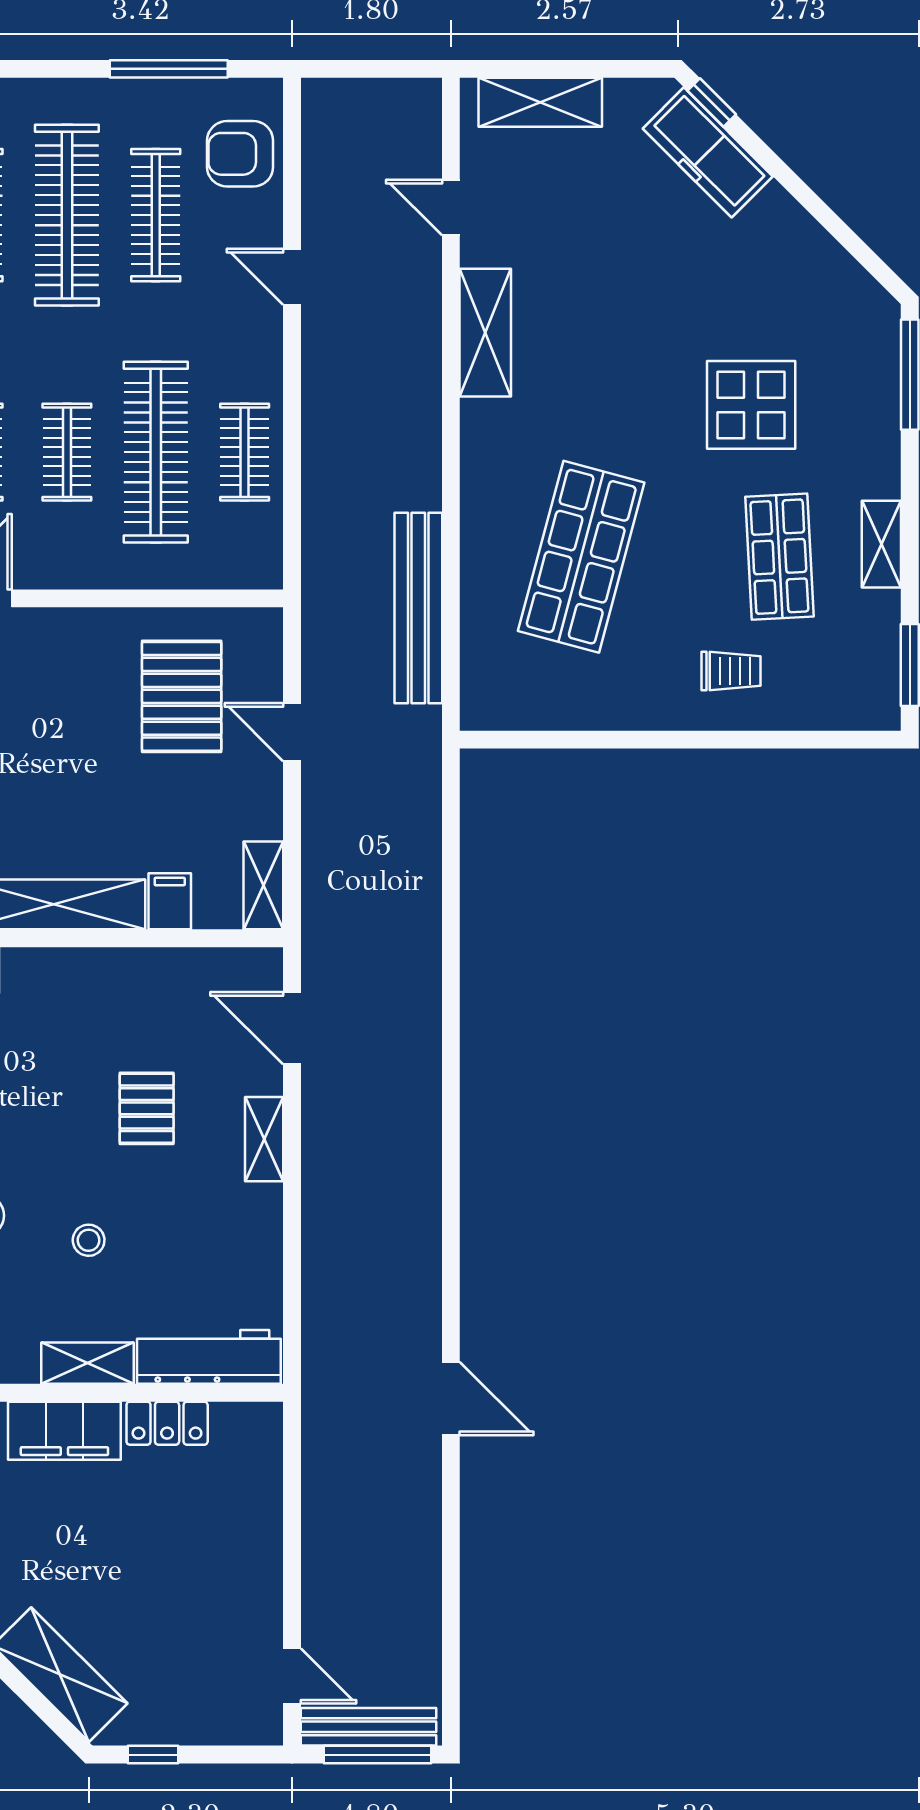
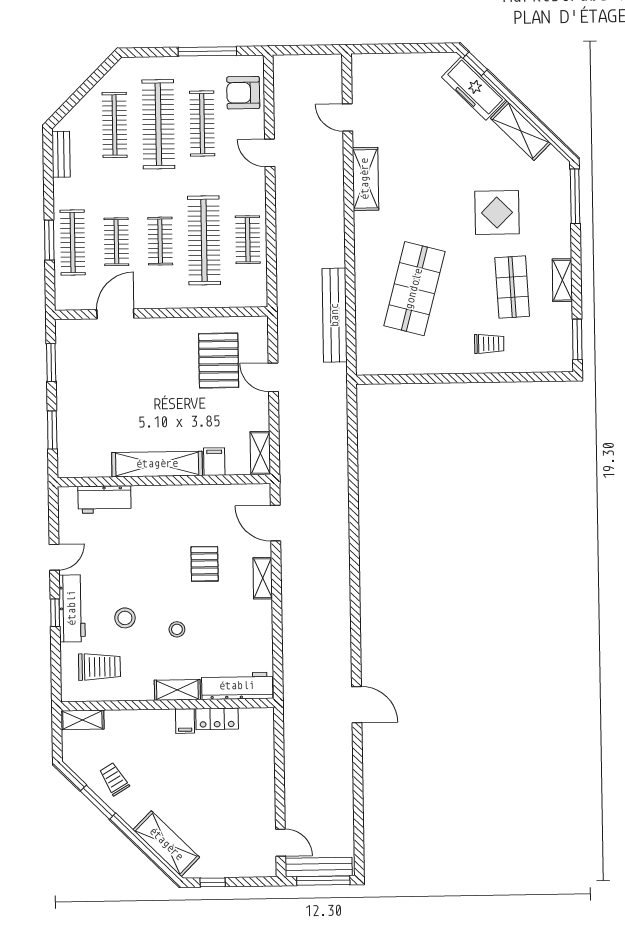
shelving: (540, 102) -> (521, 131), moved, turned 45
filing cabinet: (64, 1431) -> (185, 721), width x0.33, depth x0.86

